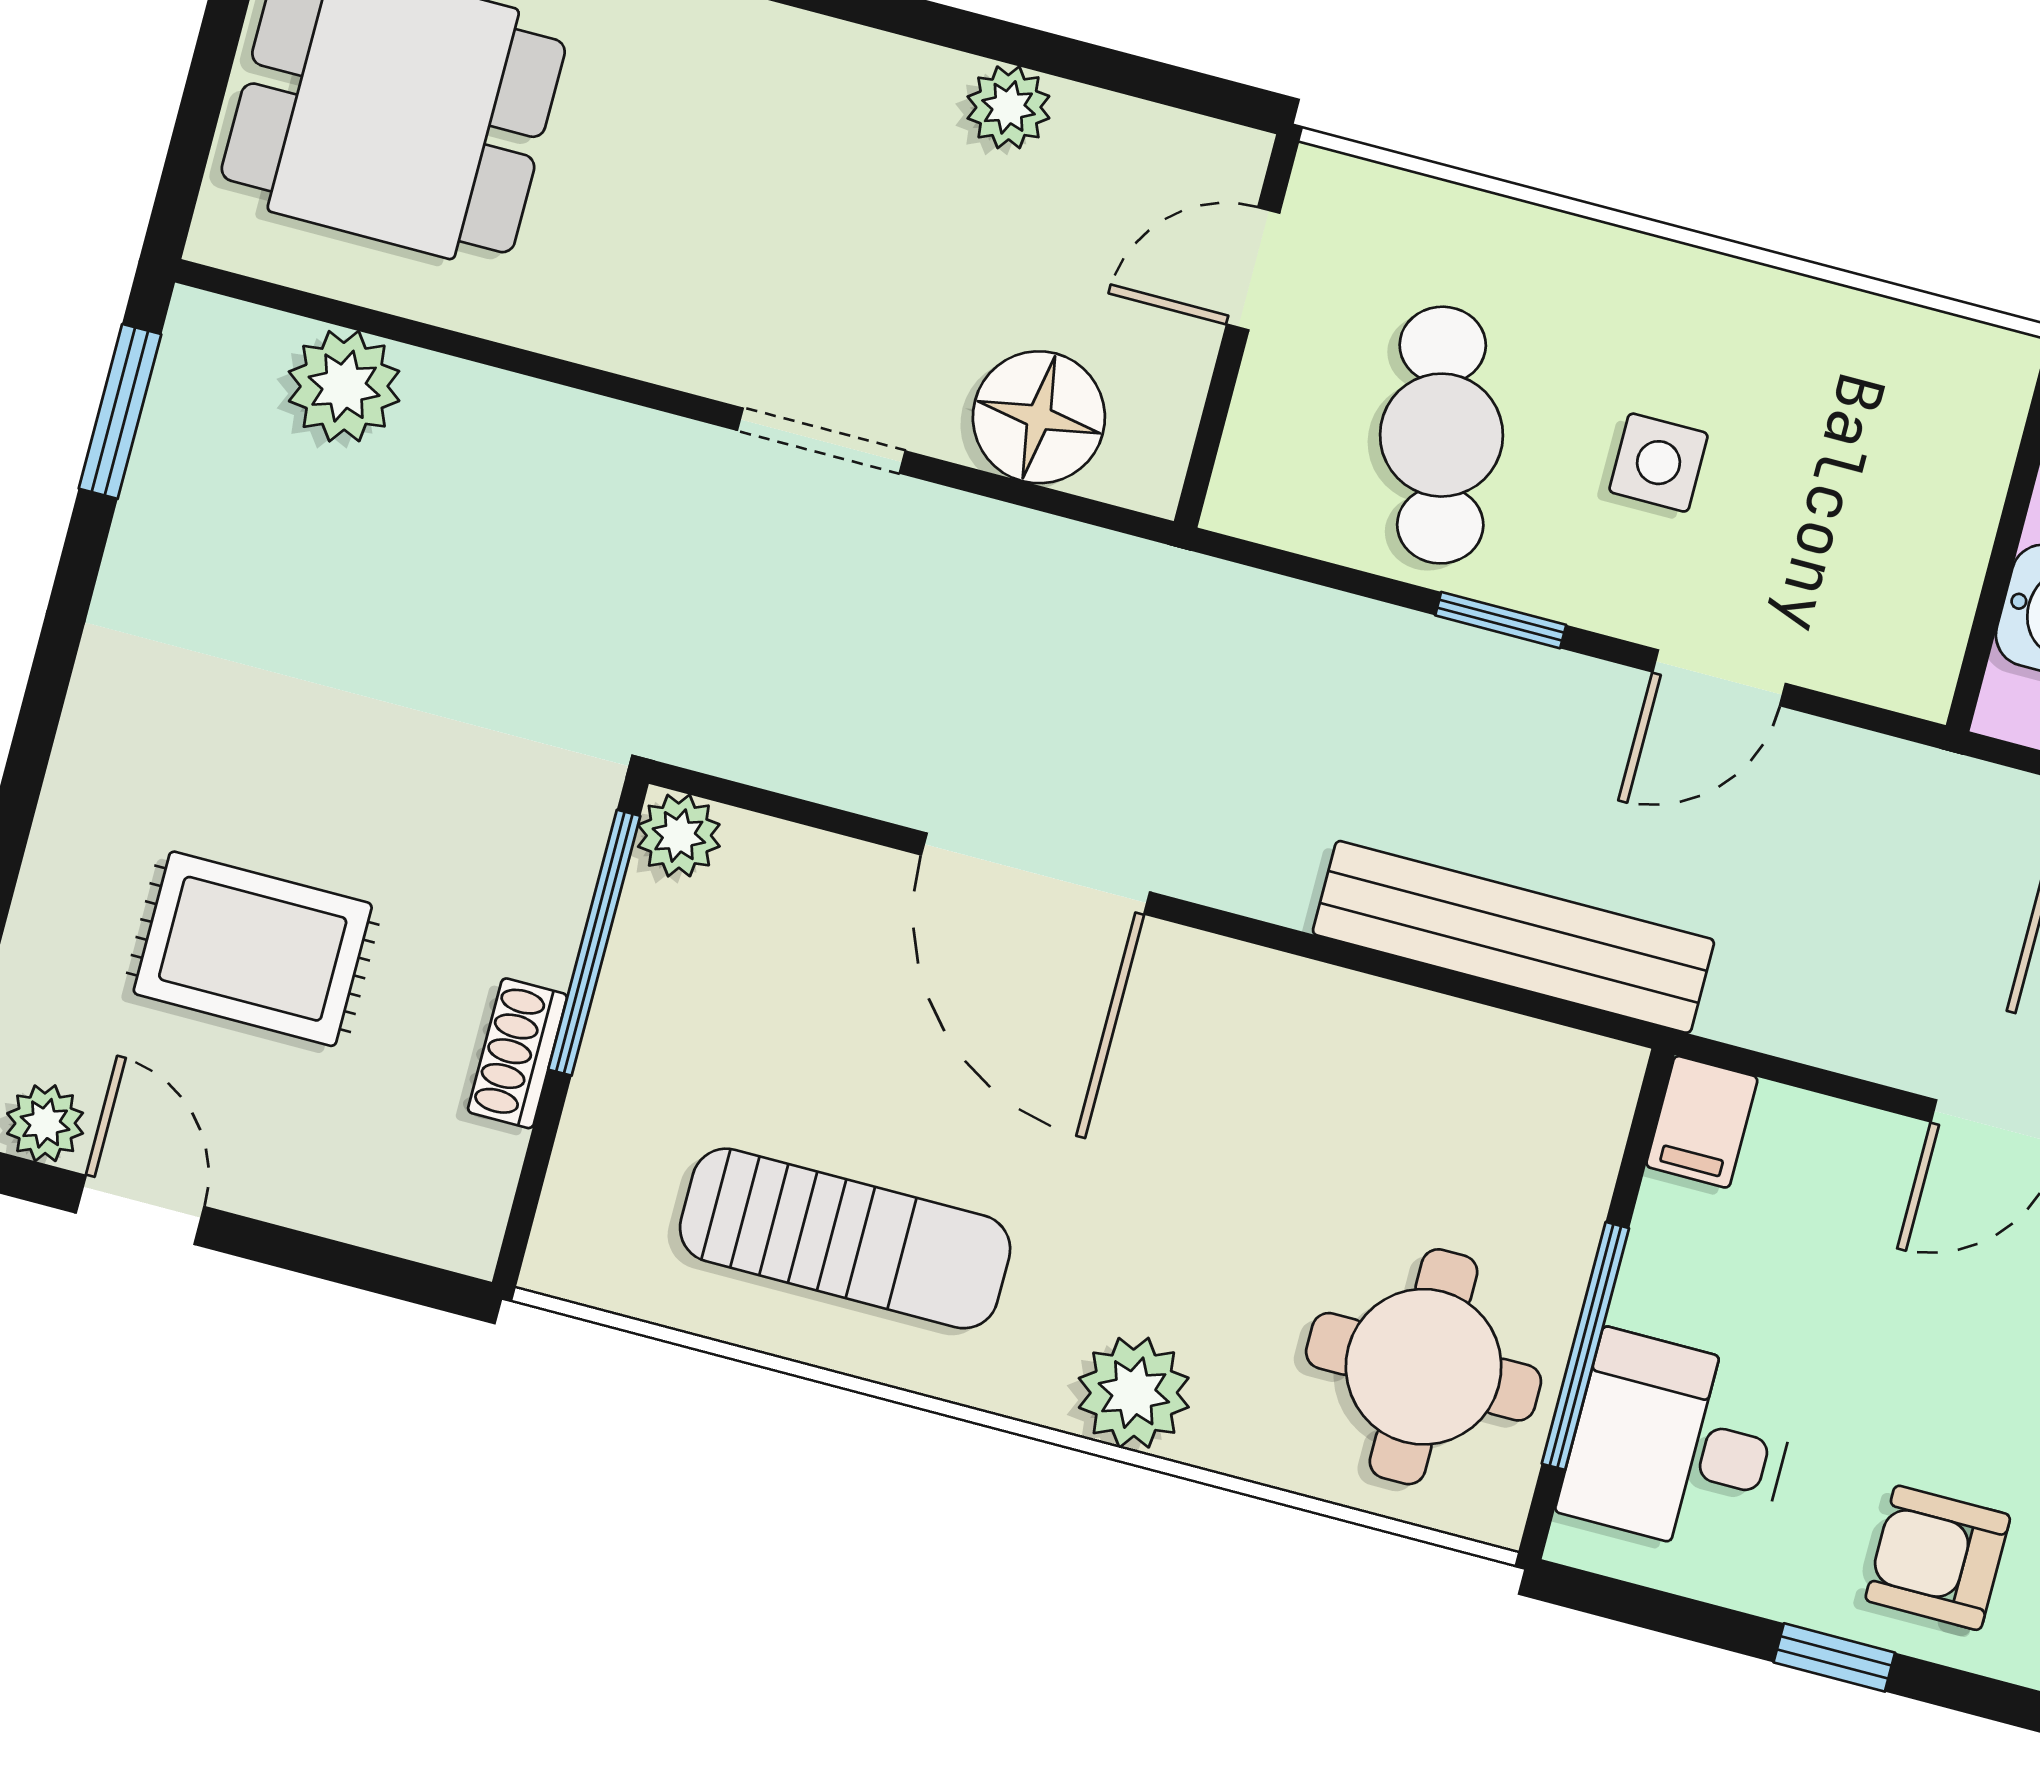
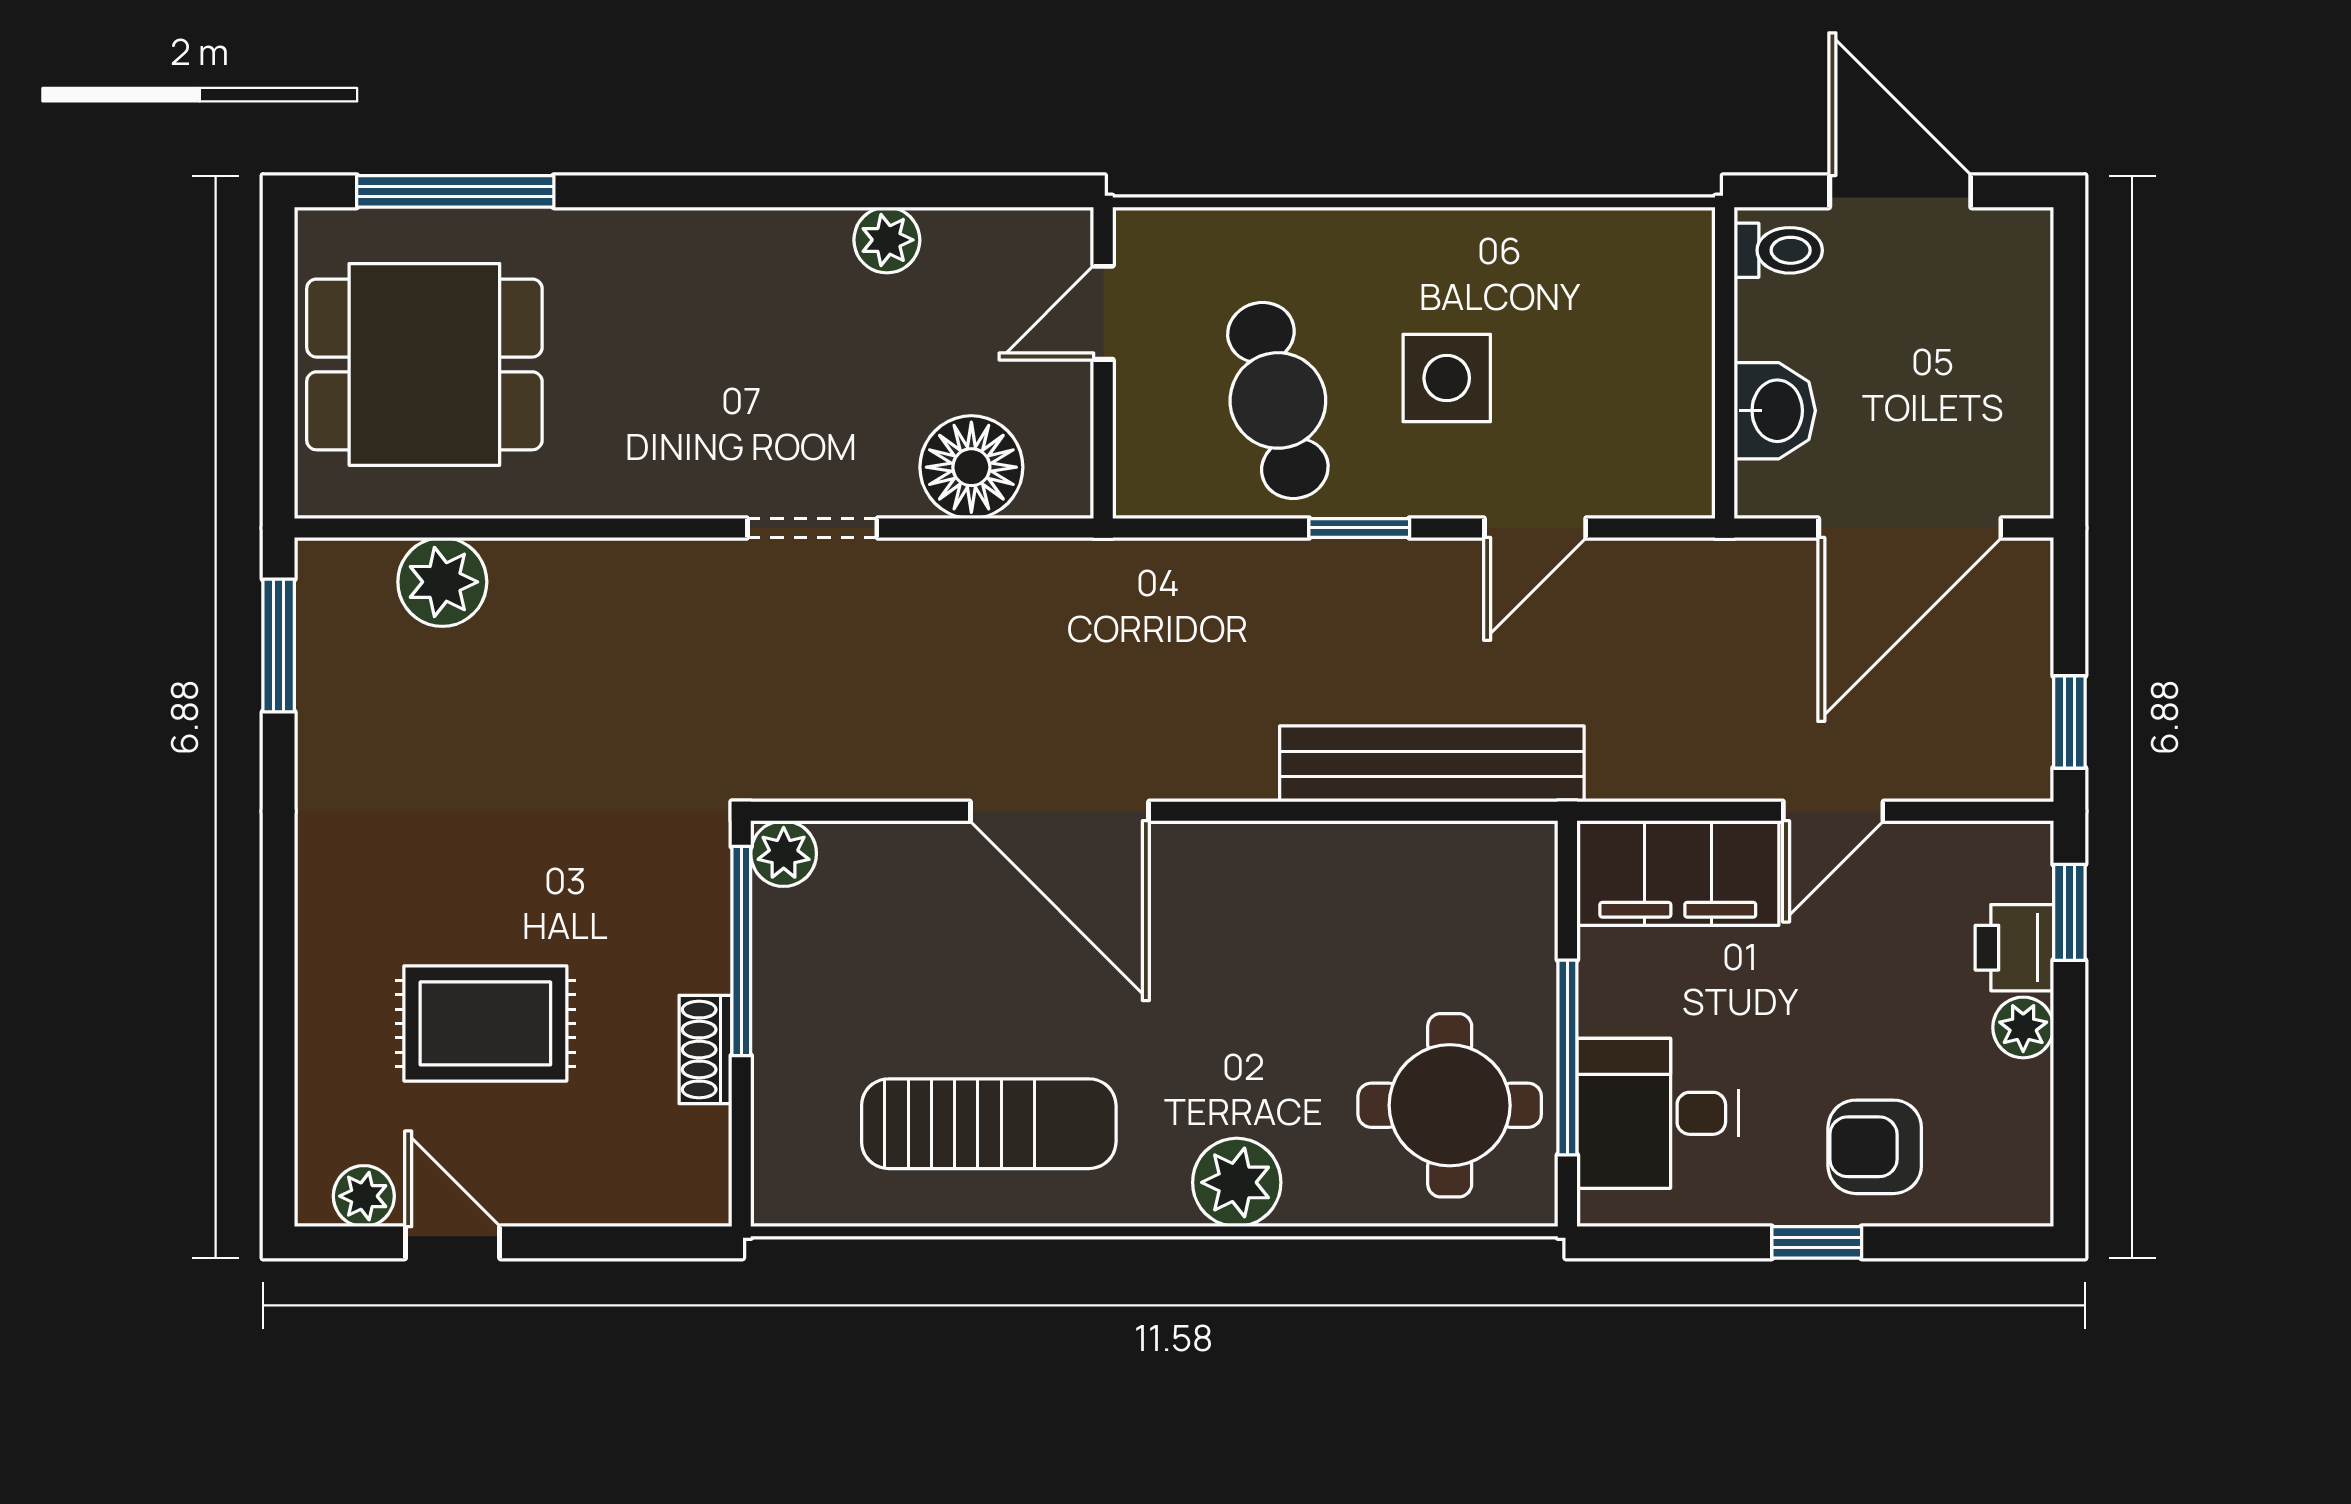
side table: (1659, 463) -> (1447, 378), width x1.37, depth x1.37
filing cabinet: (1702, 1122) -> (1678, 873), width x3.00, depth x1.17

